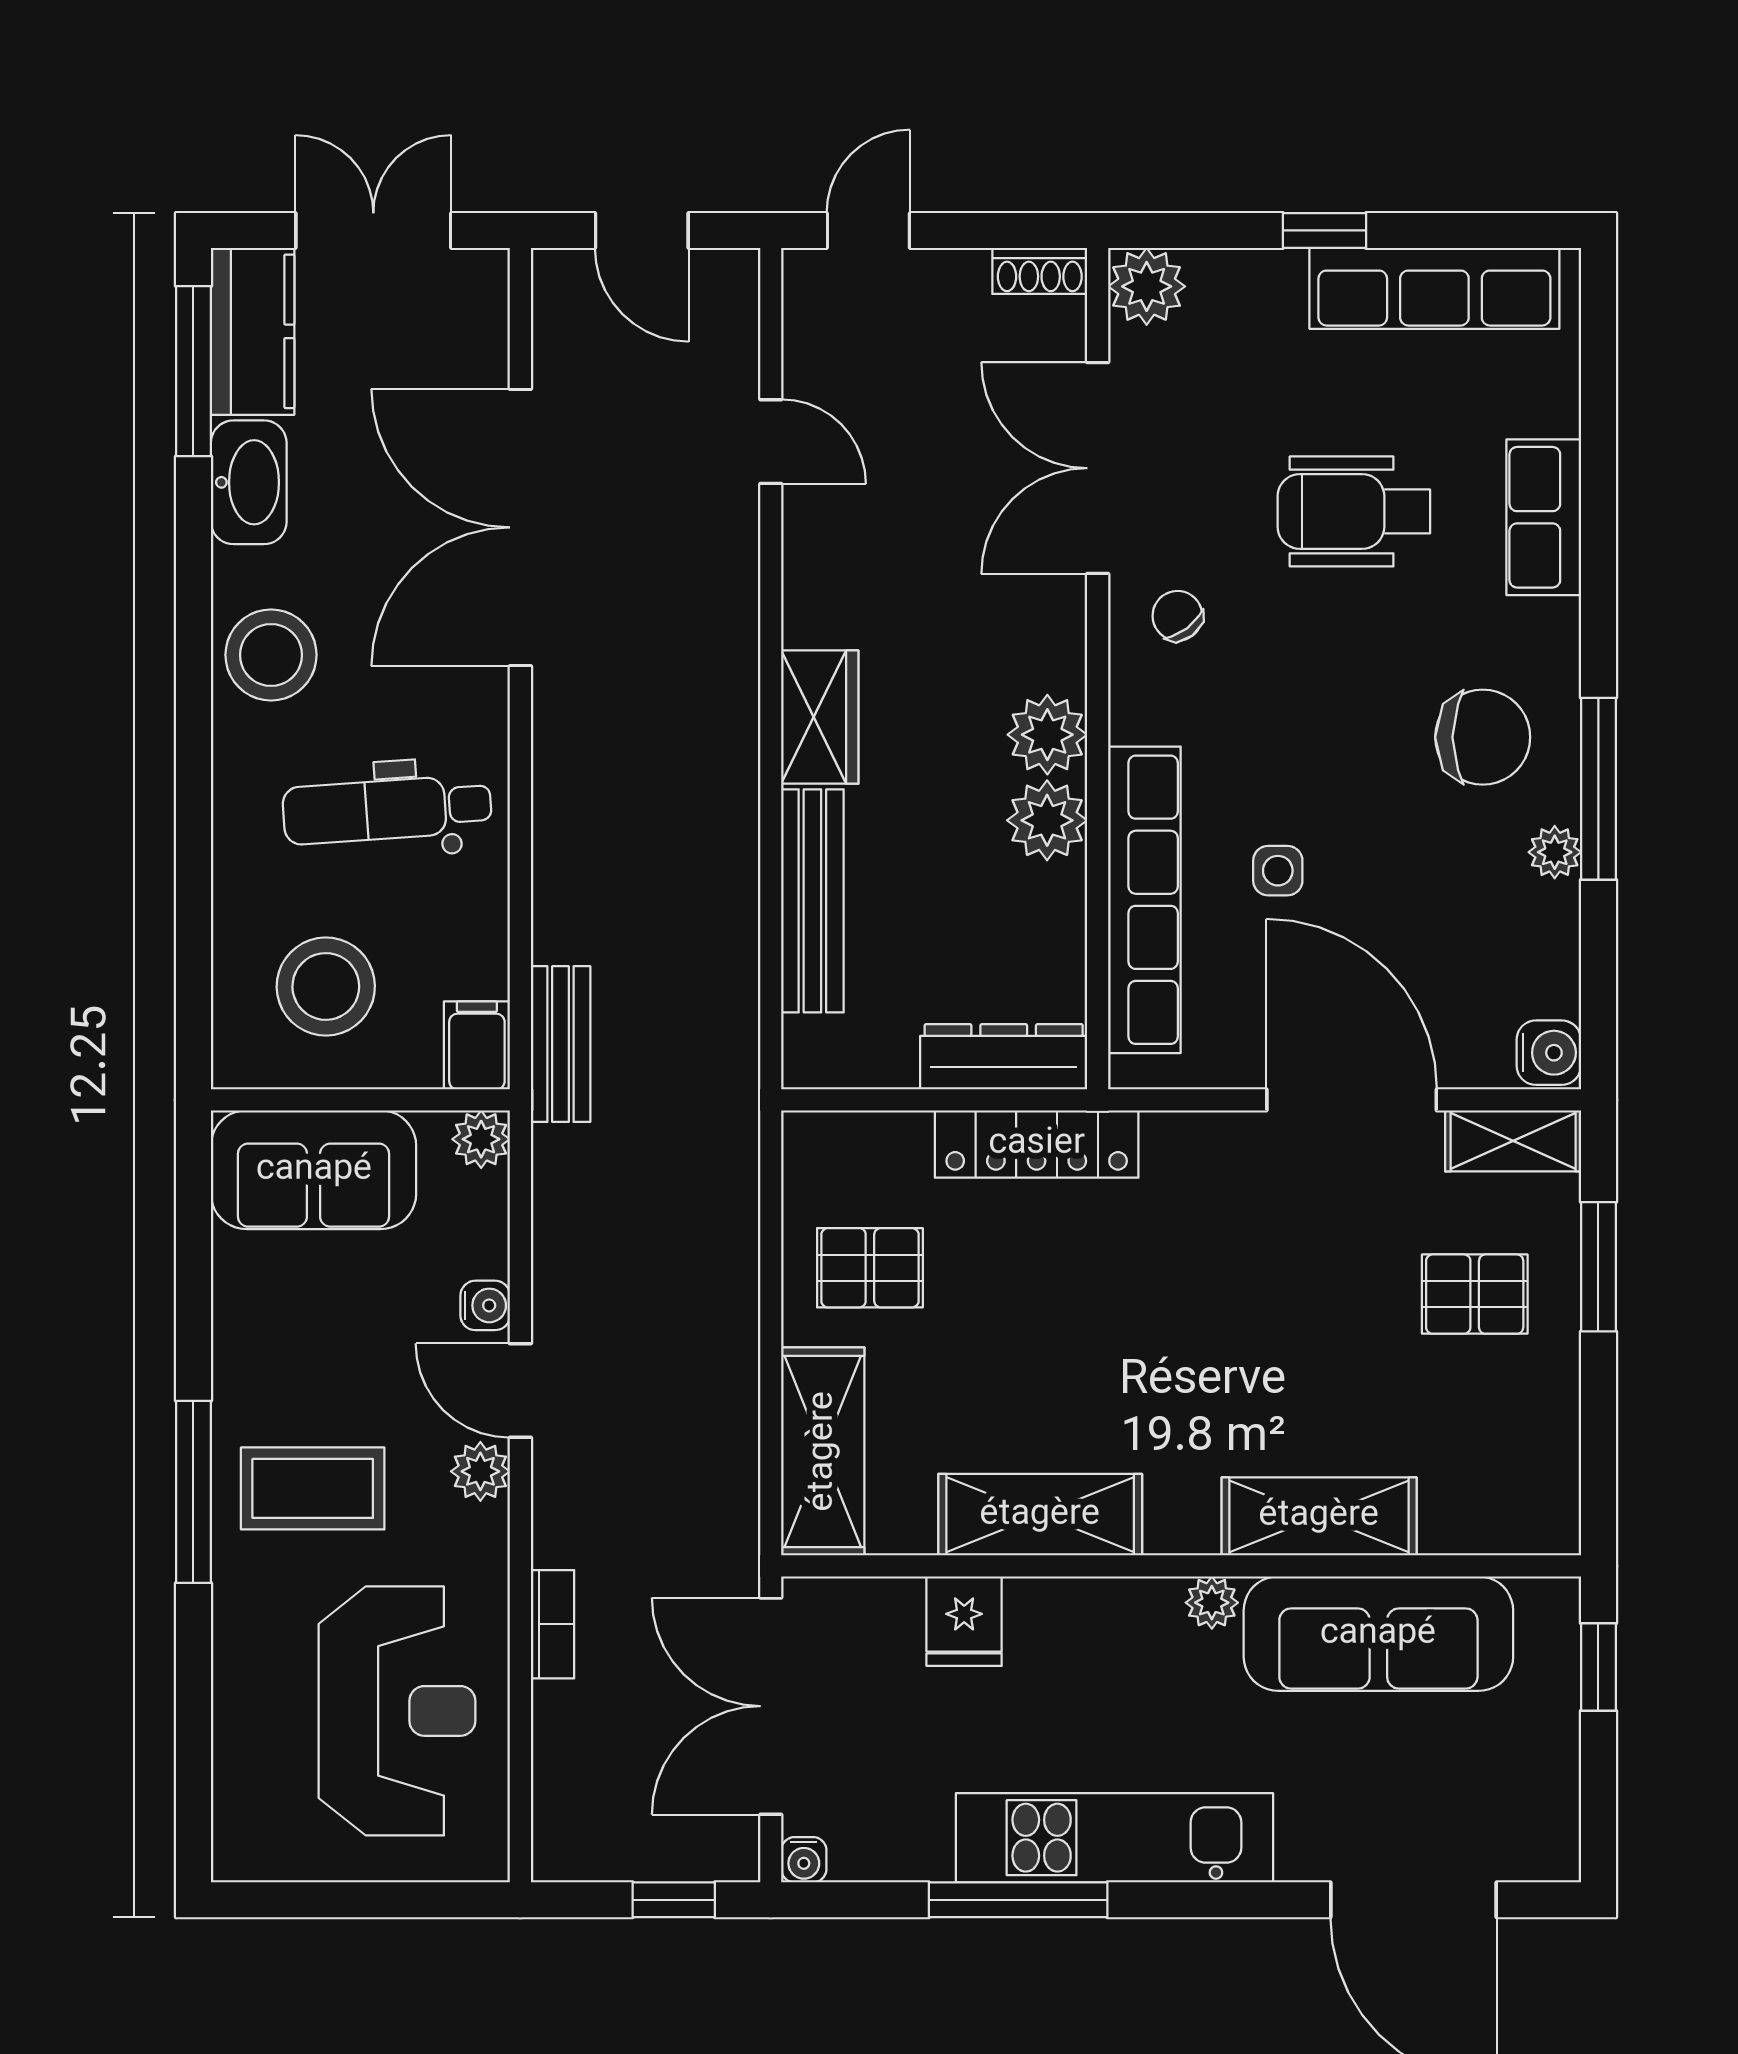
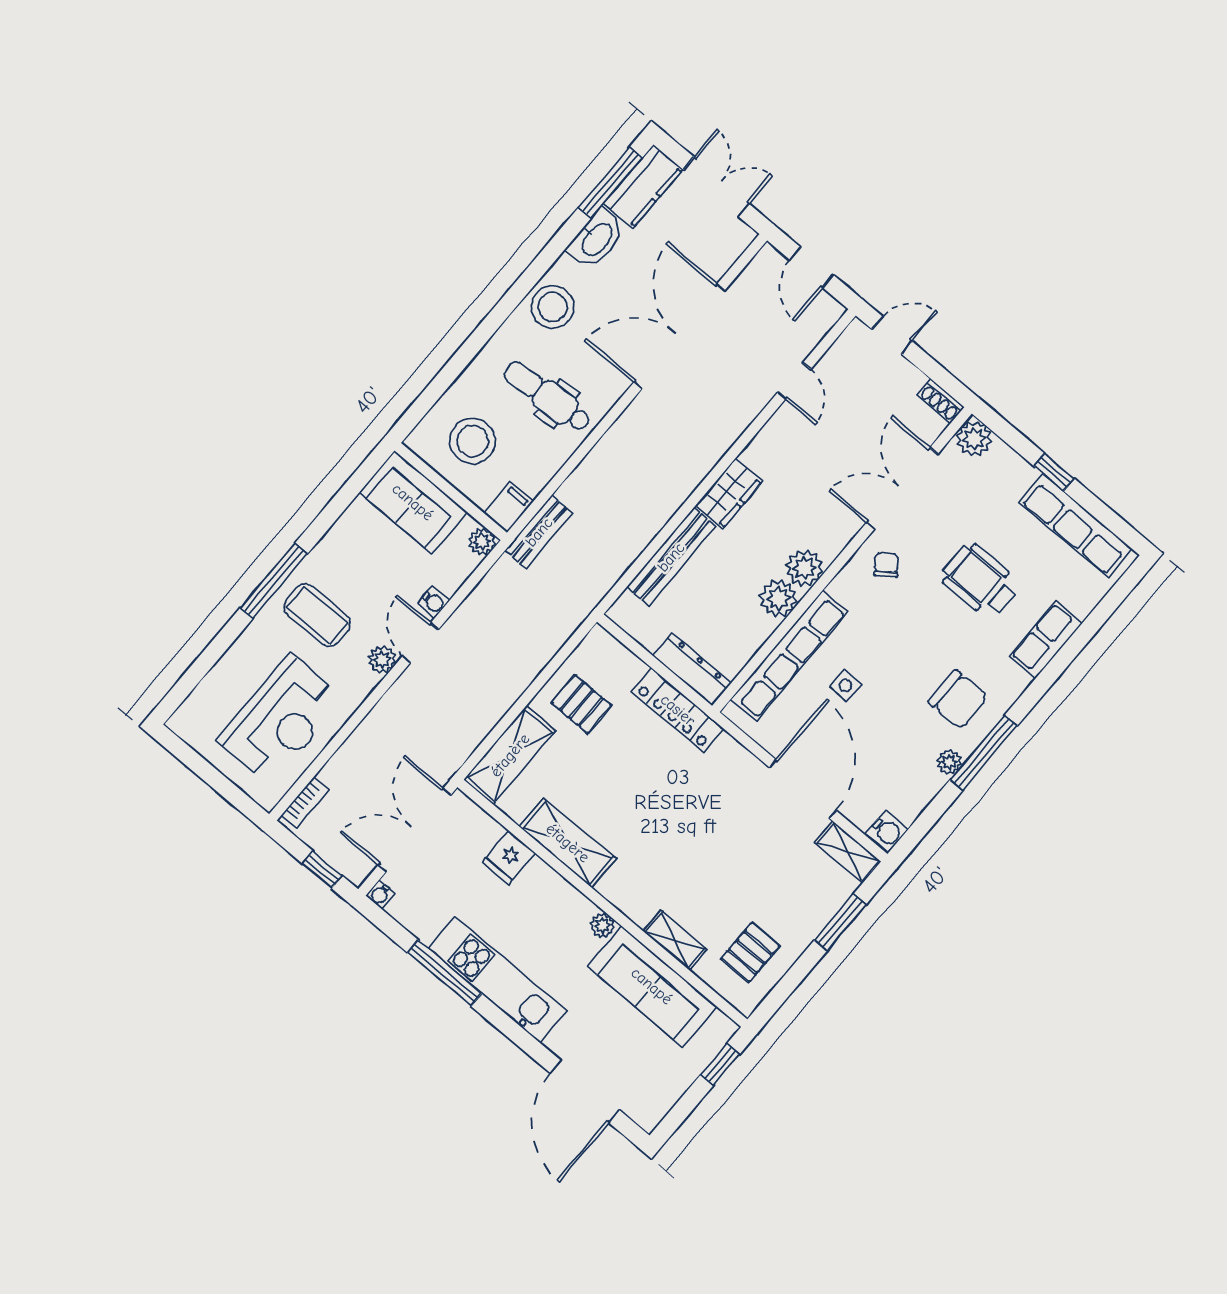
pallet: (1475, 1294) -> (750, 952), moved, turned 90
shelving: (1319, 1516) -> (675, 940), width x0.67, depth x0.75
bookcase: (552, 1624) -> (305, 802), moved

